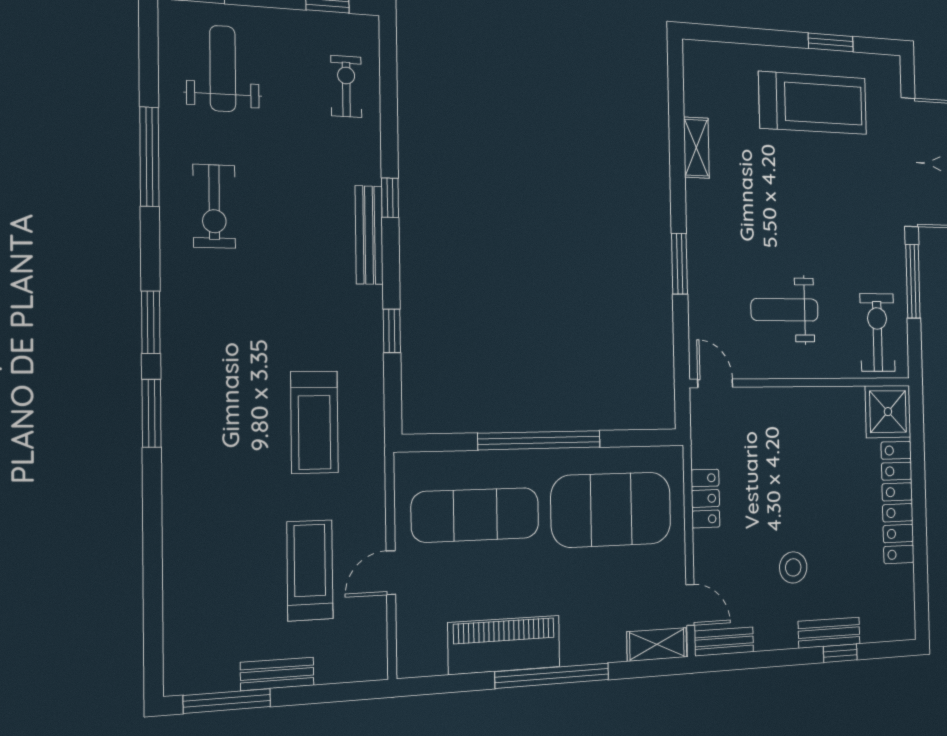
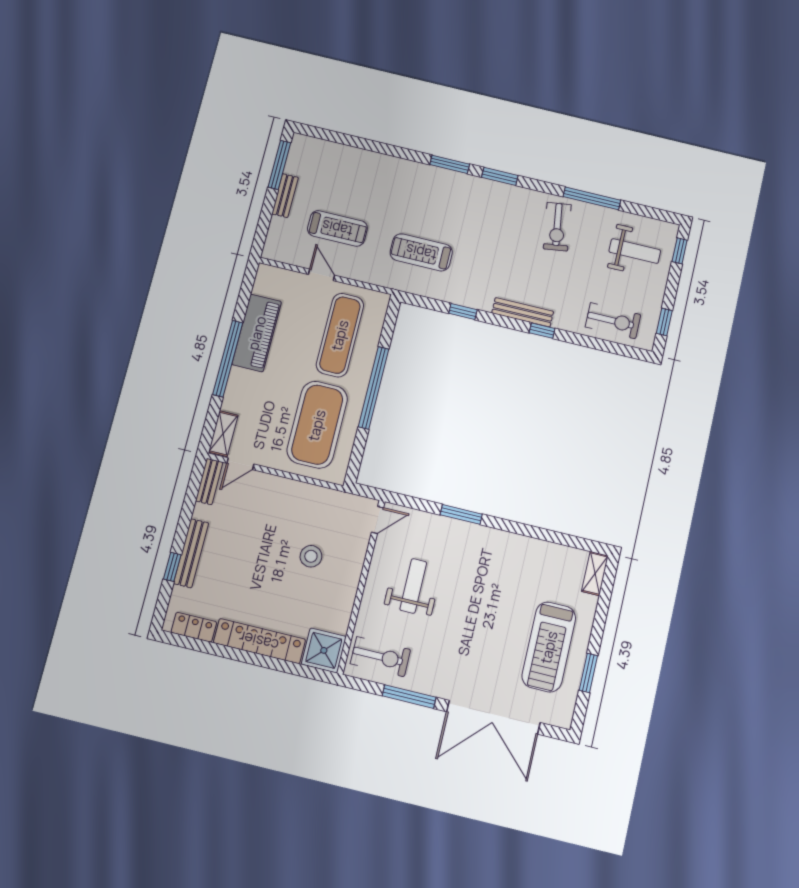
exercise bike: (346, 86) -> (613, 321), width x1.38, depth x1.39
shelving: (696, 148) -> (595, 574), moved, turned 90
exercise bike: (214, 206) -> (557, 227), turned -98
locker: (705, 498) -> (194, 627), moved, turned 180
stool: (793, 567) -> (311, 556), moved
bench: (829, 633) -> (191, 553), width x1.36

